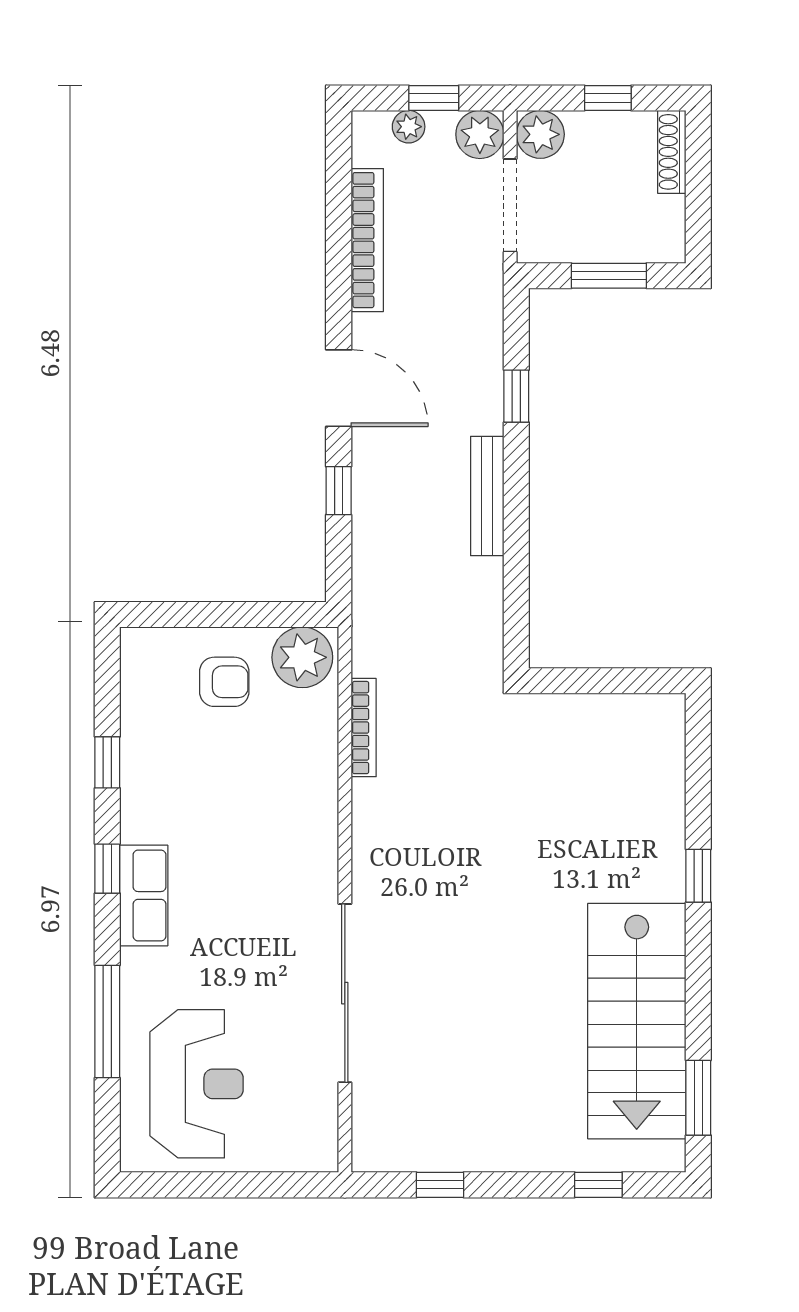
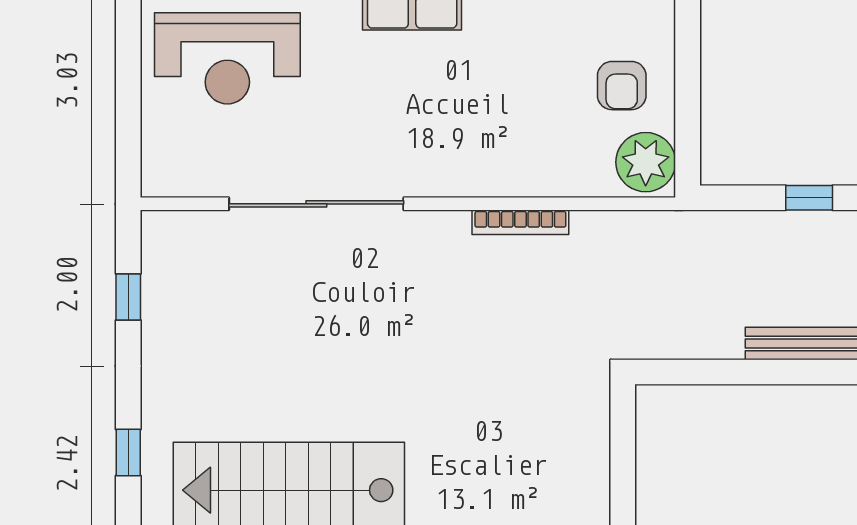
bookcase: (364, 728) -> (520, 222), moved

